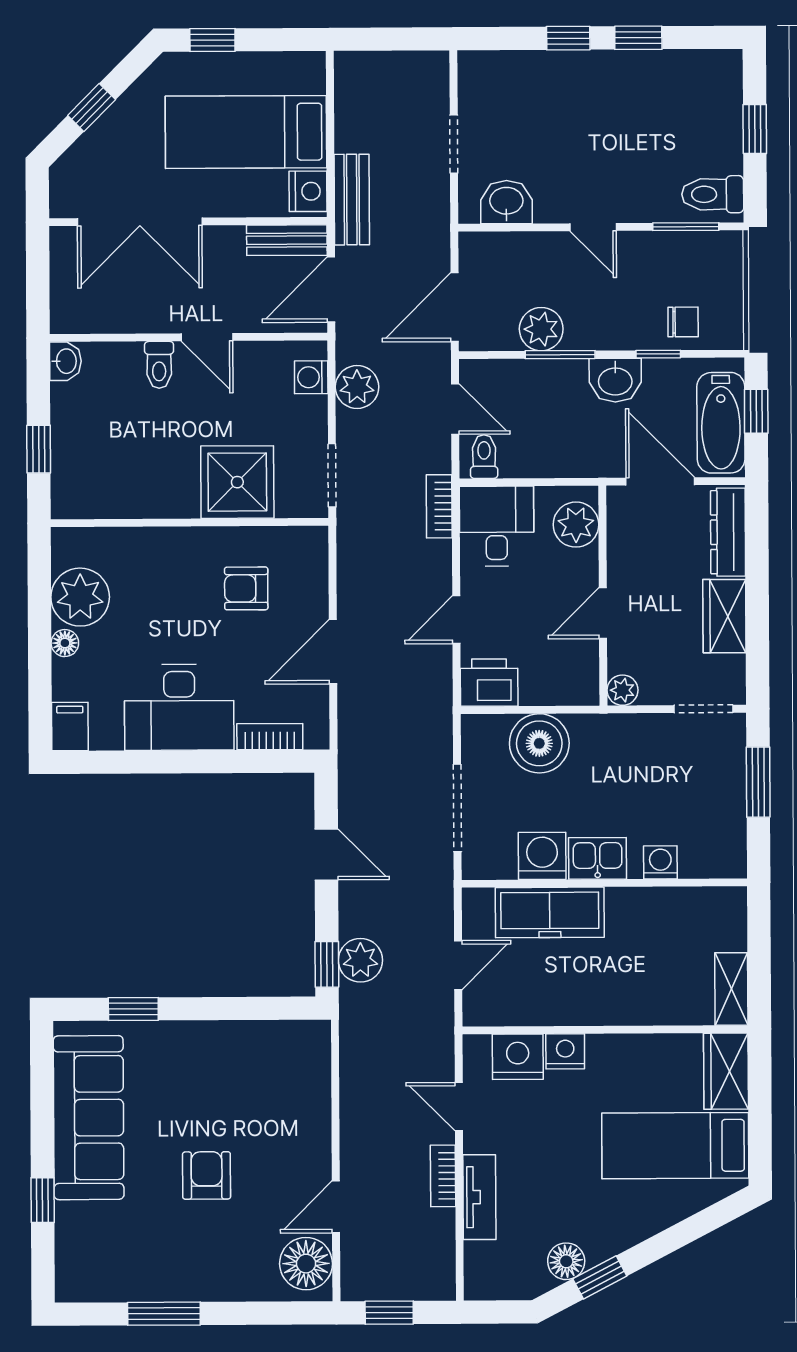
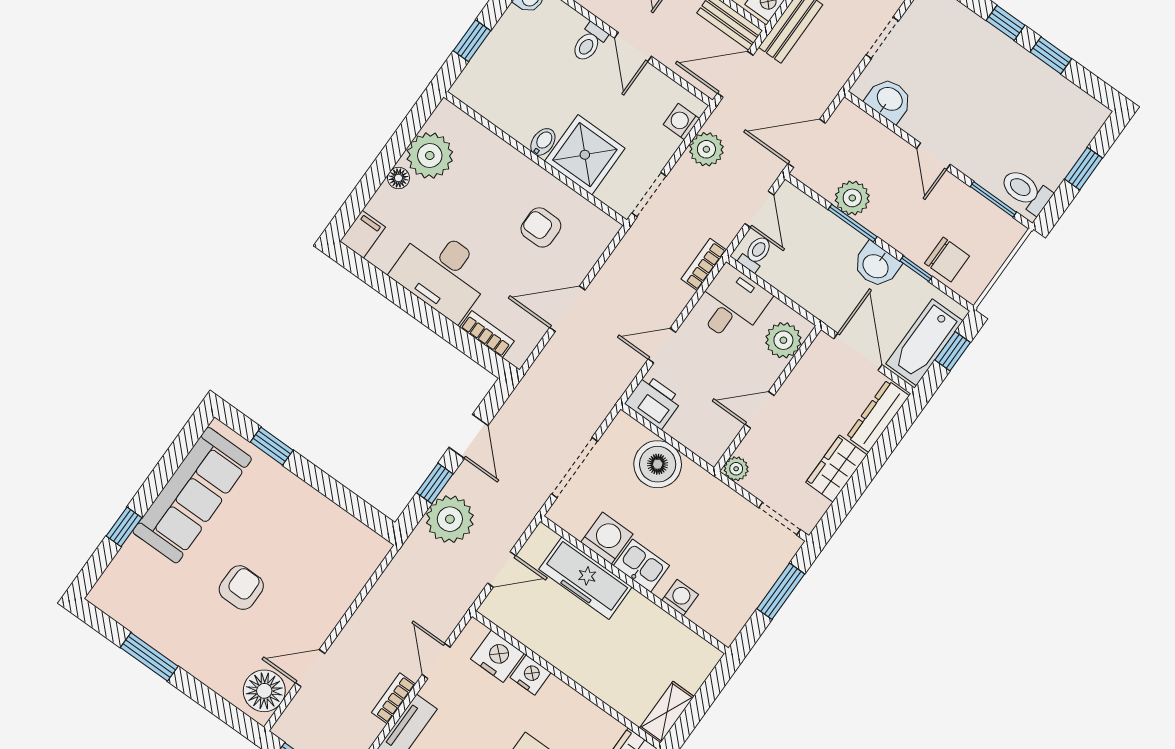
chair: (683, 322) -> (947, 260), width x1.37, depth x1.37
bidet: (185, 500) -> (543, 142), added
plant: (360, 960) -> (450, 519), width x1.36, depth x1.36
window: (327, 964) -> (435, 483), moved

